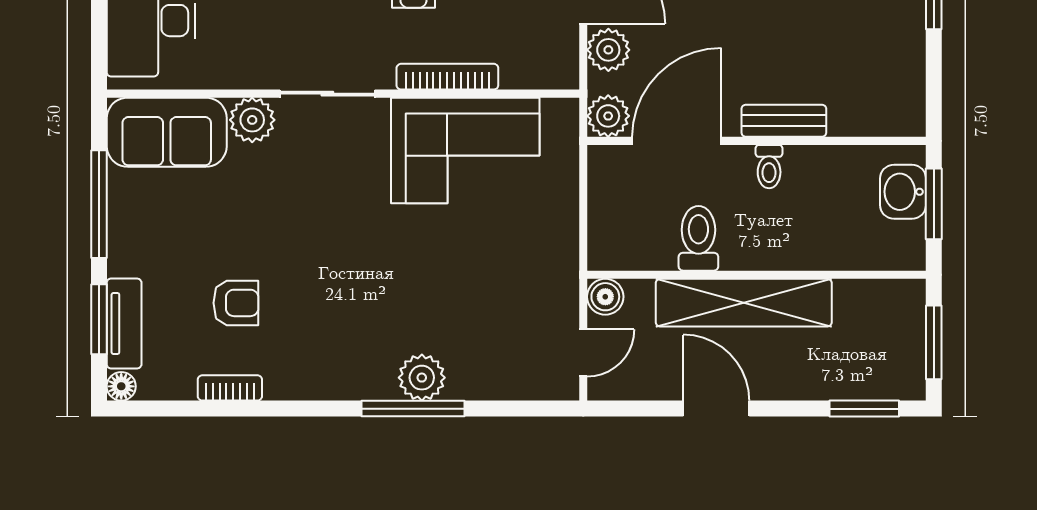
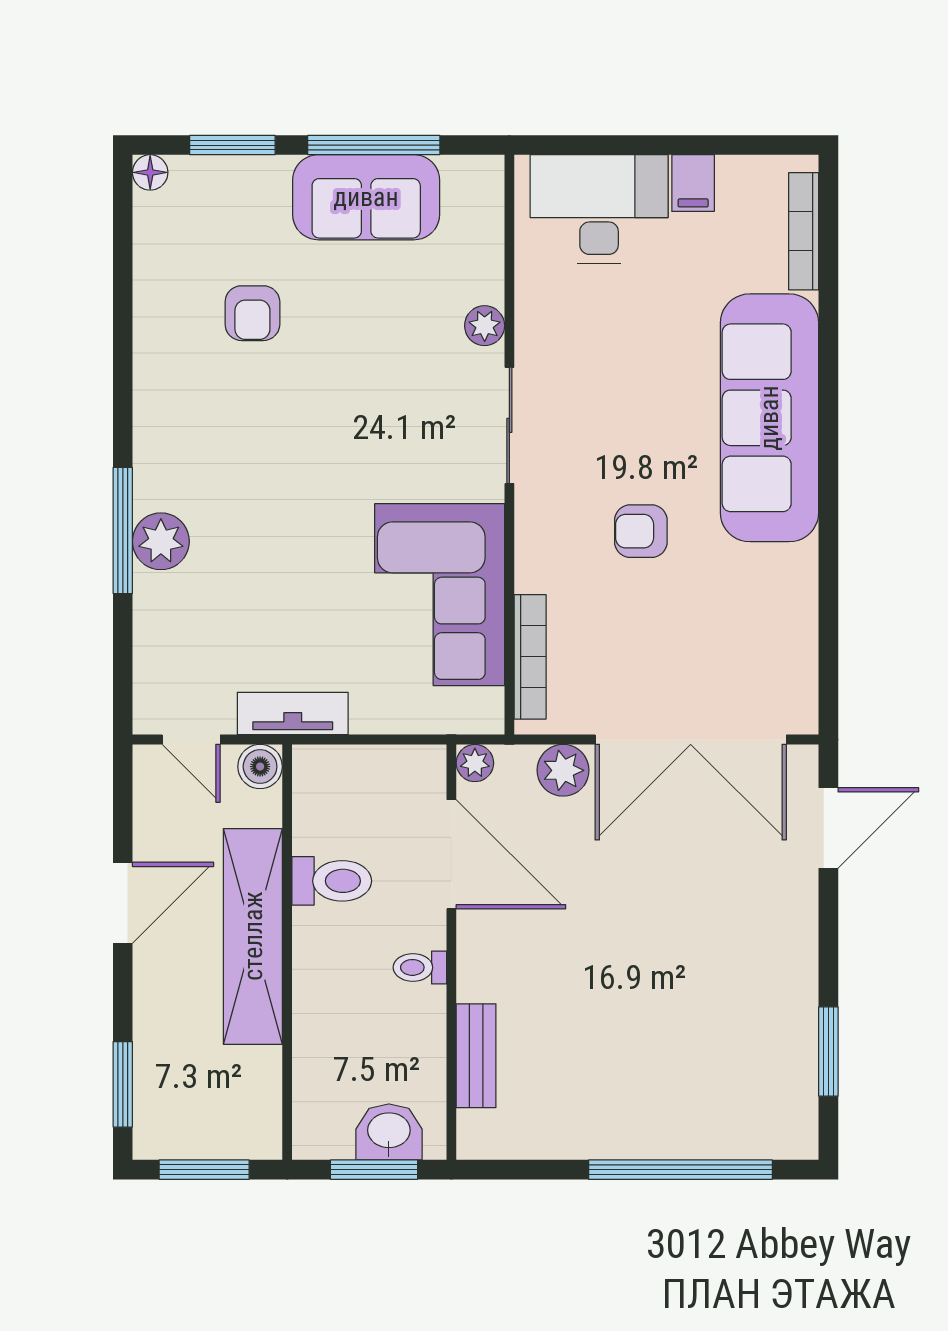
bookcase: (447, 77) -> (530, 657), moved
plant: (608, 116) -> (475, 763), width x0.73, depth x0.73
plant: (252, 120) -> (485, 326), width x0.73, depth x0.73
bench: (784, 121) -> (476, 1056), moved
sofa: (167, 132) -> (366, 197), moved, turned -90
tv unit: (124, 324) -> (293, 713), moved, turned 180
bookcase: (230, 388) -> (148, 306), removed

